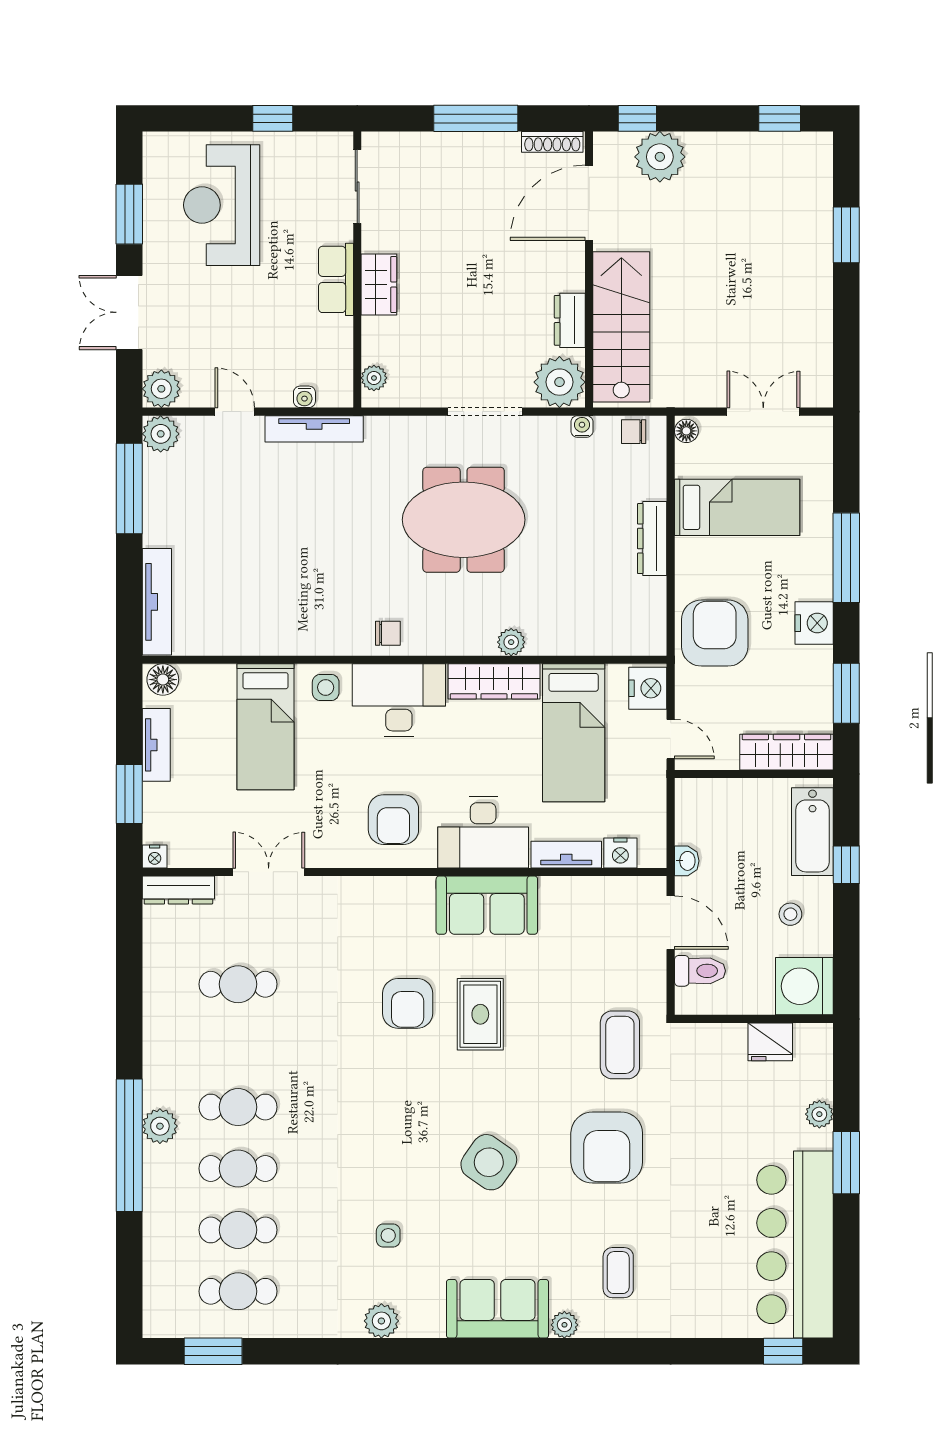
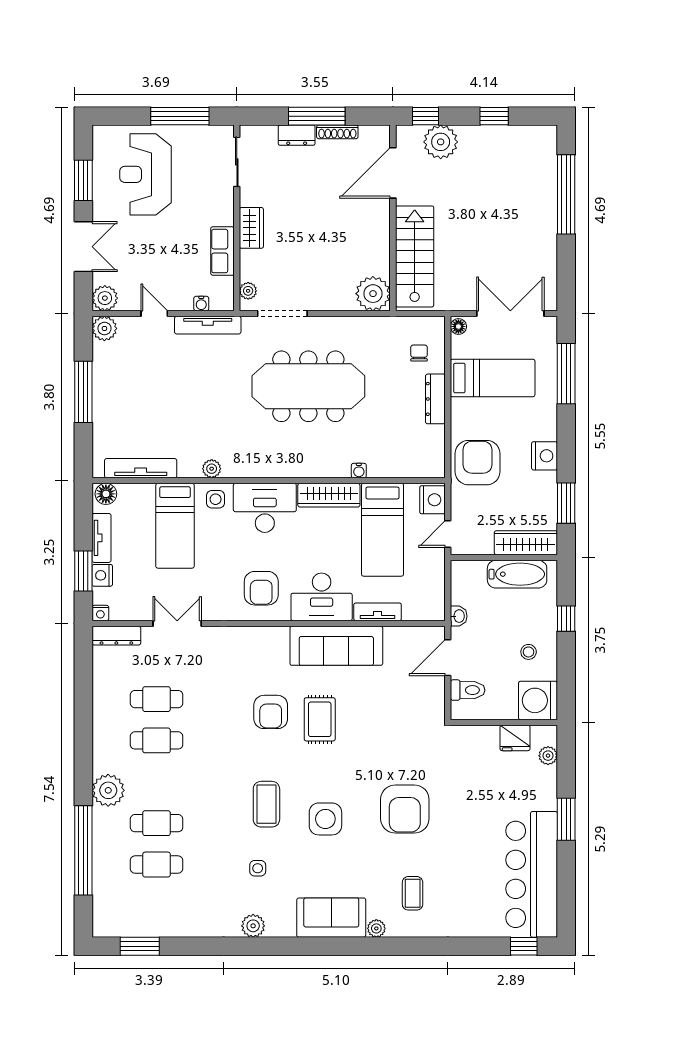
window: (273, 118) -> (180, 116), width x2.17
window: (780, 118) -> (494, 116), moved
shoe rack: (552, 142) -> (337, 132), moved
window: (846, 235) -> (566, 194), width x2.11
row of seats: (336, 279) -> (222, 251), moved
double door: (129, 312) -> (83, 247), swing flipped
dresser: (570, 320) -> (297, 135), moved, turned -90
doorway: (485, 412) -> (282, 313), moved
double door: (763, 412) -> (510, 313), width x1.37
water cooler: (582, 426) -> (359, 471), moved, turned 180
chair: (634, 432) -> (419, 353), moved, turned 90
window: (129, 488) -> (83, 392), moved
meeting table: (464, 520) -> (308, 386), width x1.36
window: (846, 558) -> (566, 374), moved
tv unit: (157, 602) -> (141, 468), moved, turned -90
chair: (388, 633) -> (257, 463), removed
plant: (511, 642) -> (212, 469), moved
door: (671, 739) -> (448, 534), swing flipped
bathtub: (812, 832) -> (517, 574), moved, turned -90
nightstand: (620, 853) -> (102, 575), moved, turned 90
sofa: (487, 905) -> (336, 646), width x1.36
door: (671, 923) -> (448, 658), swing flipped
coffee table: (620, 1045) -> (266, 804), moved
cafe table: (238, 1107) -> (157, 740), moved
plant: (819, 1114) -> (548, 756), moved
plant: (160, 1126) -> (108, 790), width x1.36, depth x1.36
window: (129, 1145) -> (83, 850), moved
side table: (489, 1162) -> (325, 819), turned -35
cafe table: (238, 1291) -> (157, 906), removed

